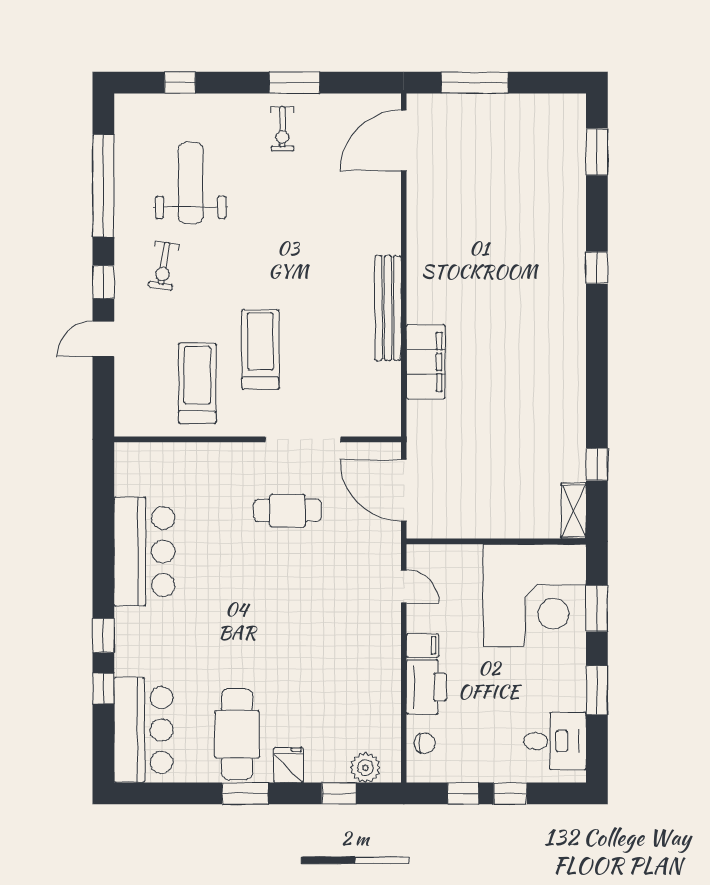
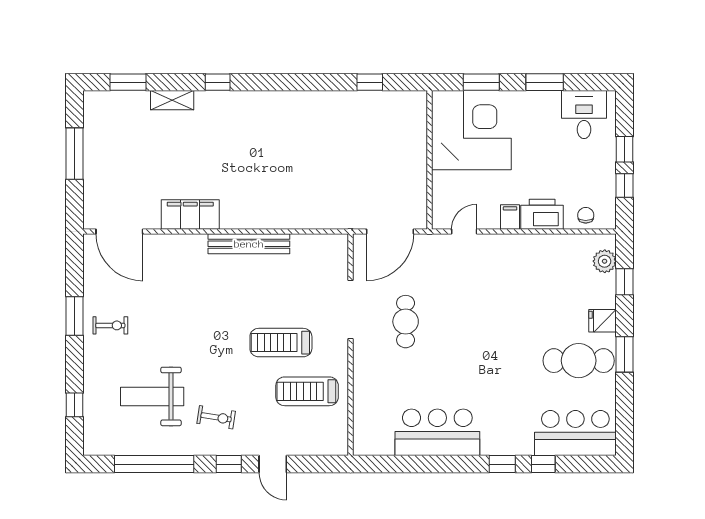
window: (475, 83) -> (75, 154), moved
filing cabinet: (426, 362) -> (190, 215), moved
shelving: (574, 511) -> (172, 100), moved

